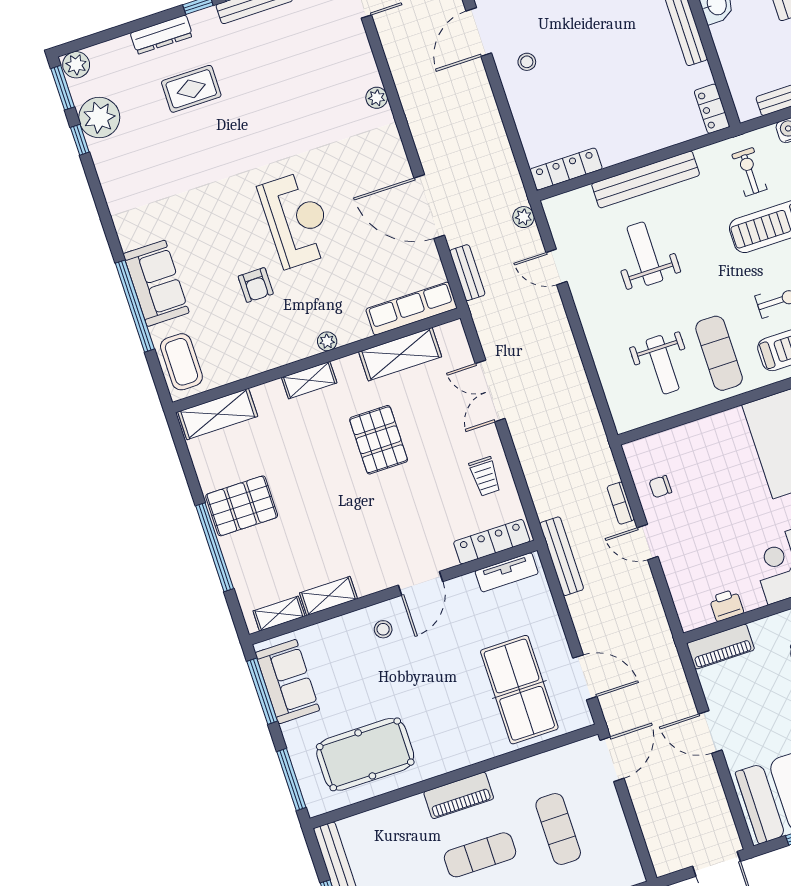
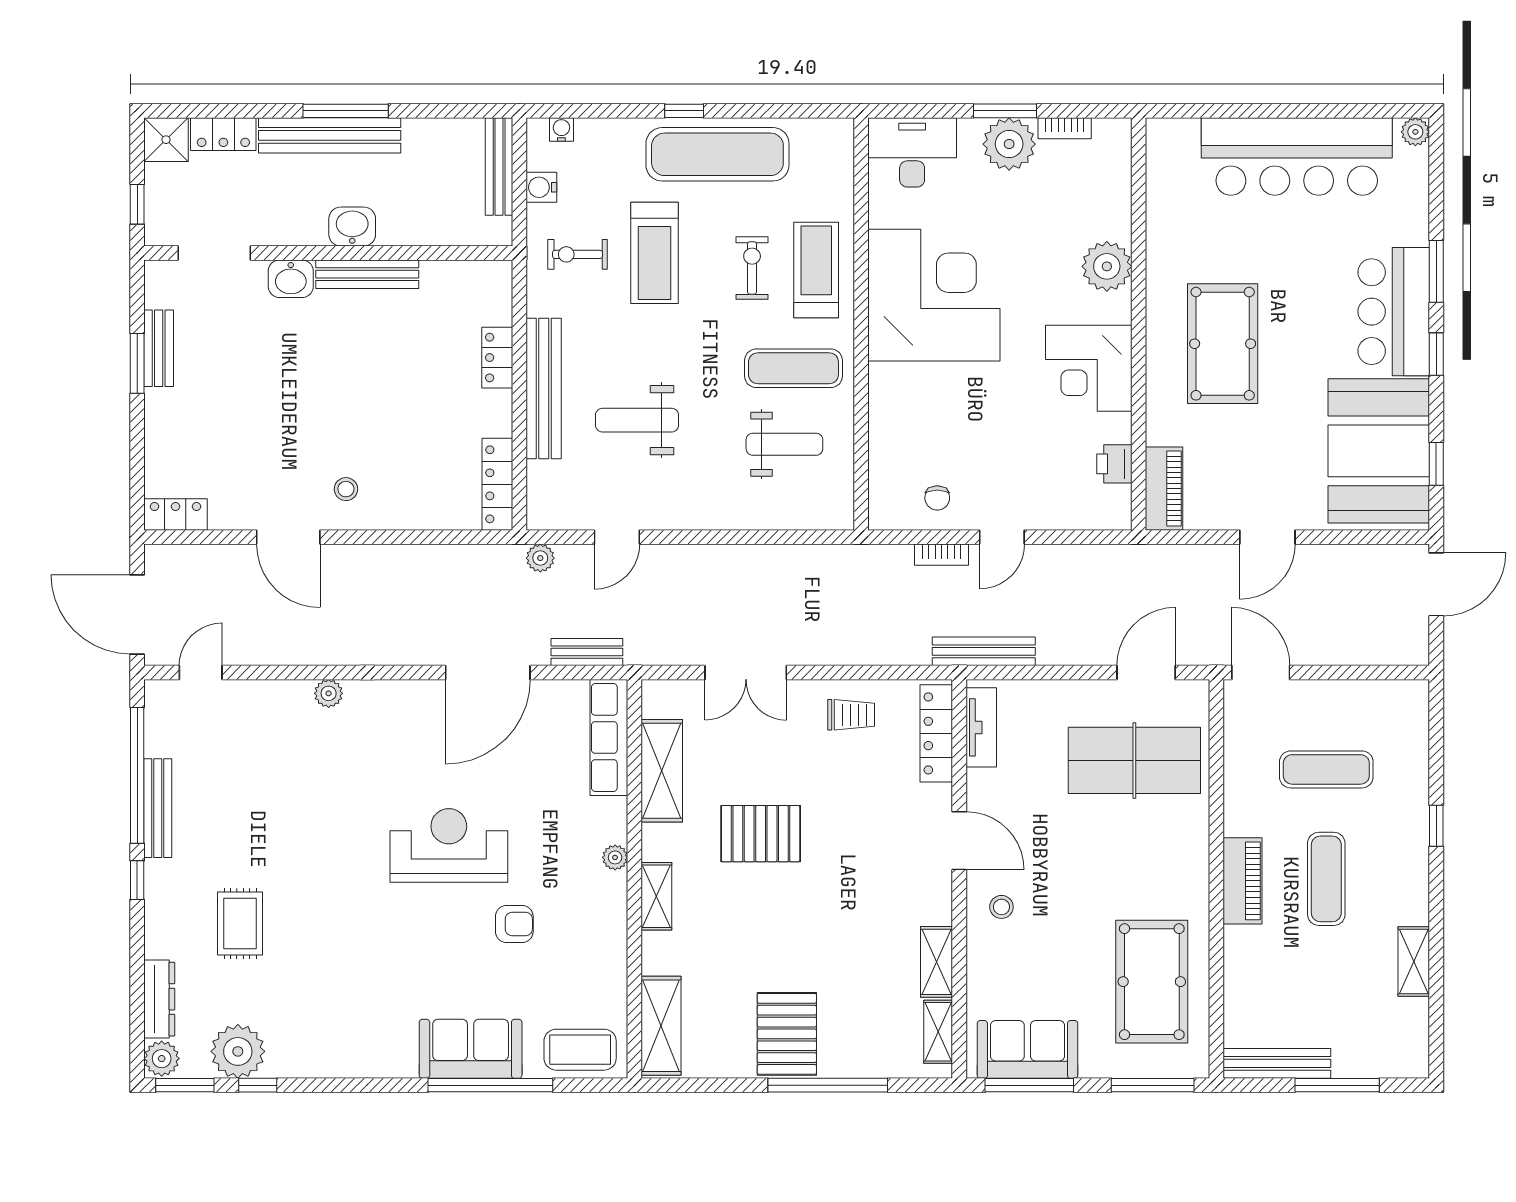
dresser: (162, 35) -> (159, 999), moved
locker: (712, 109) -> (497, 358), moved, turned 90

